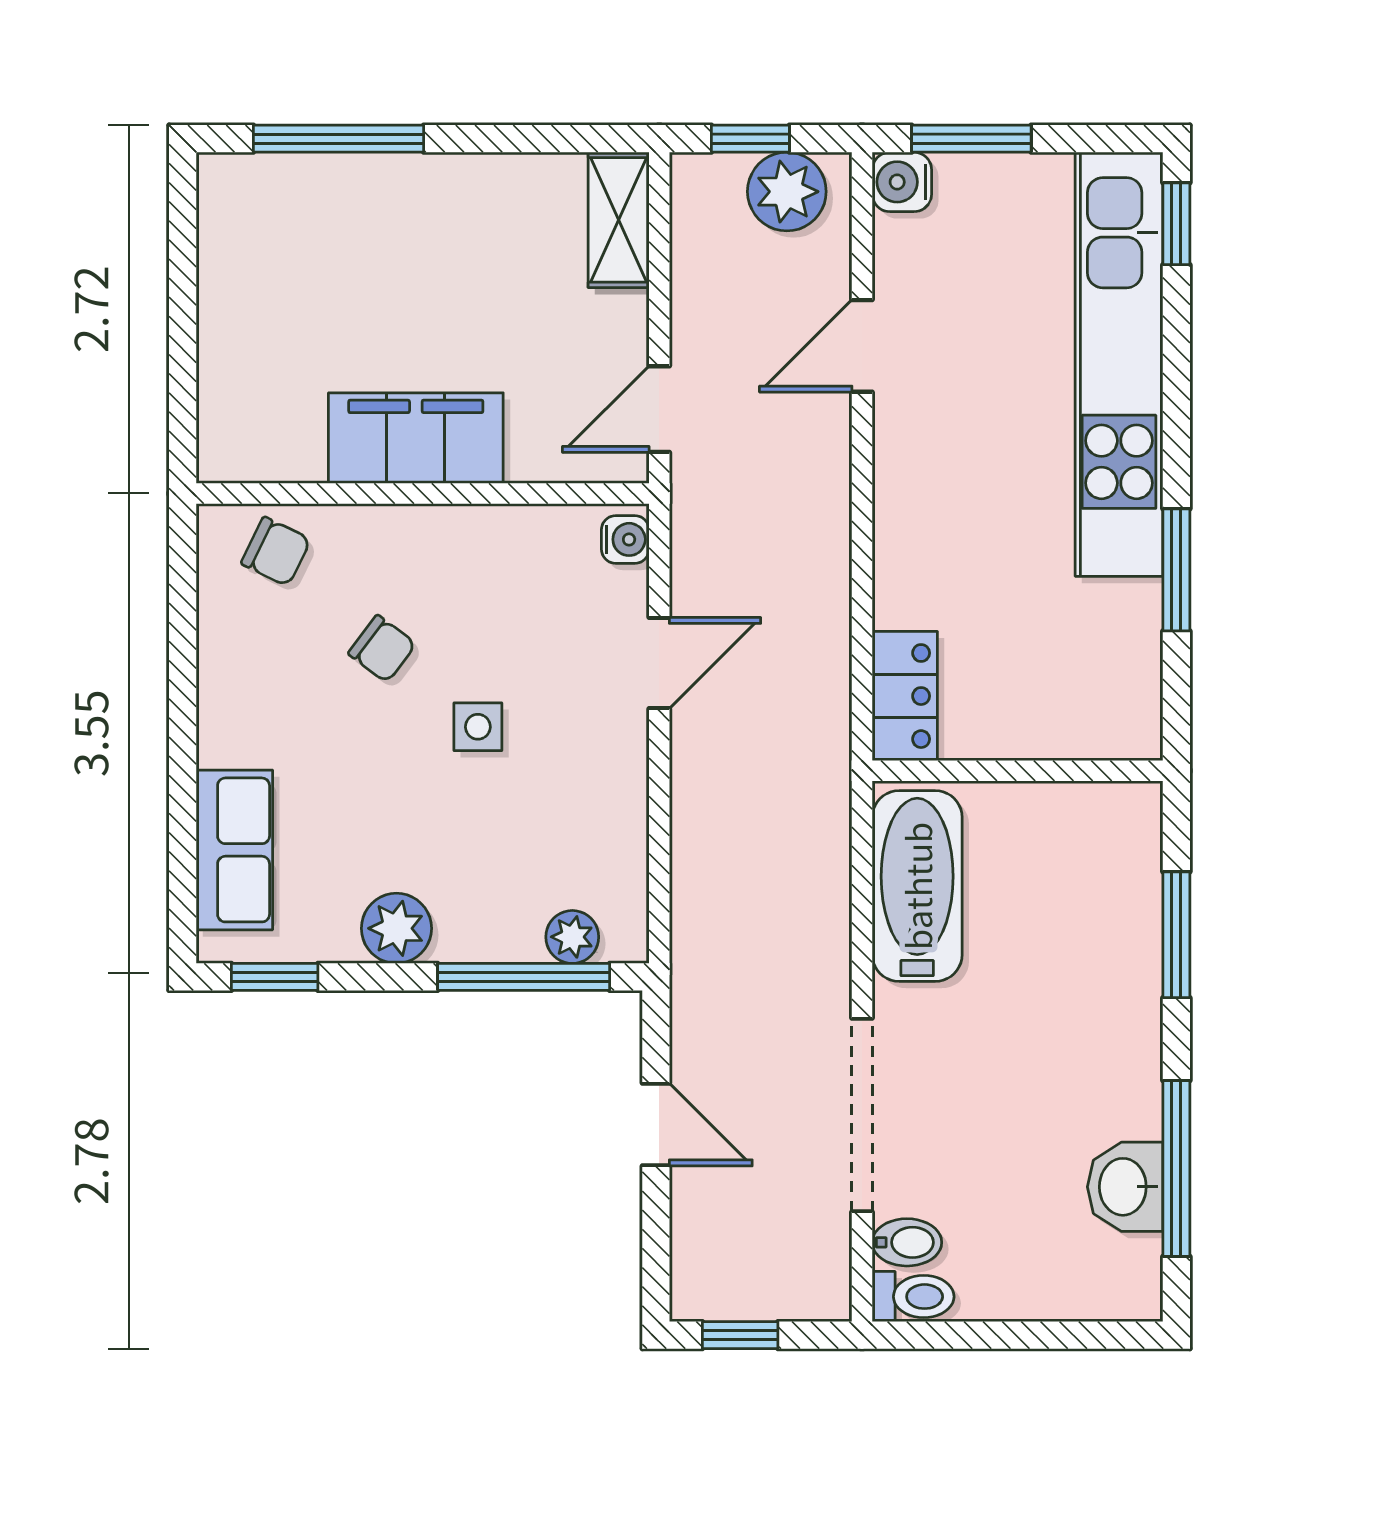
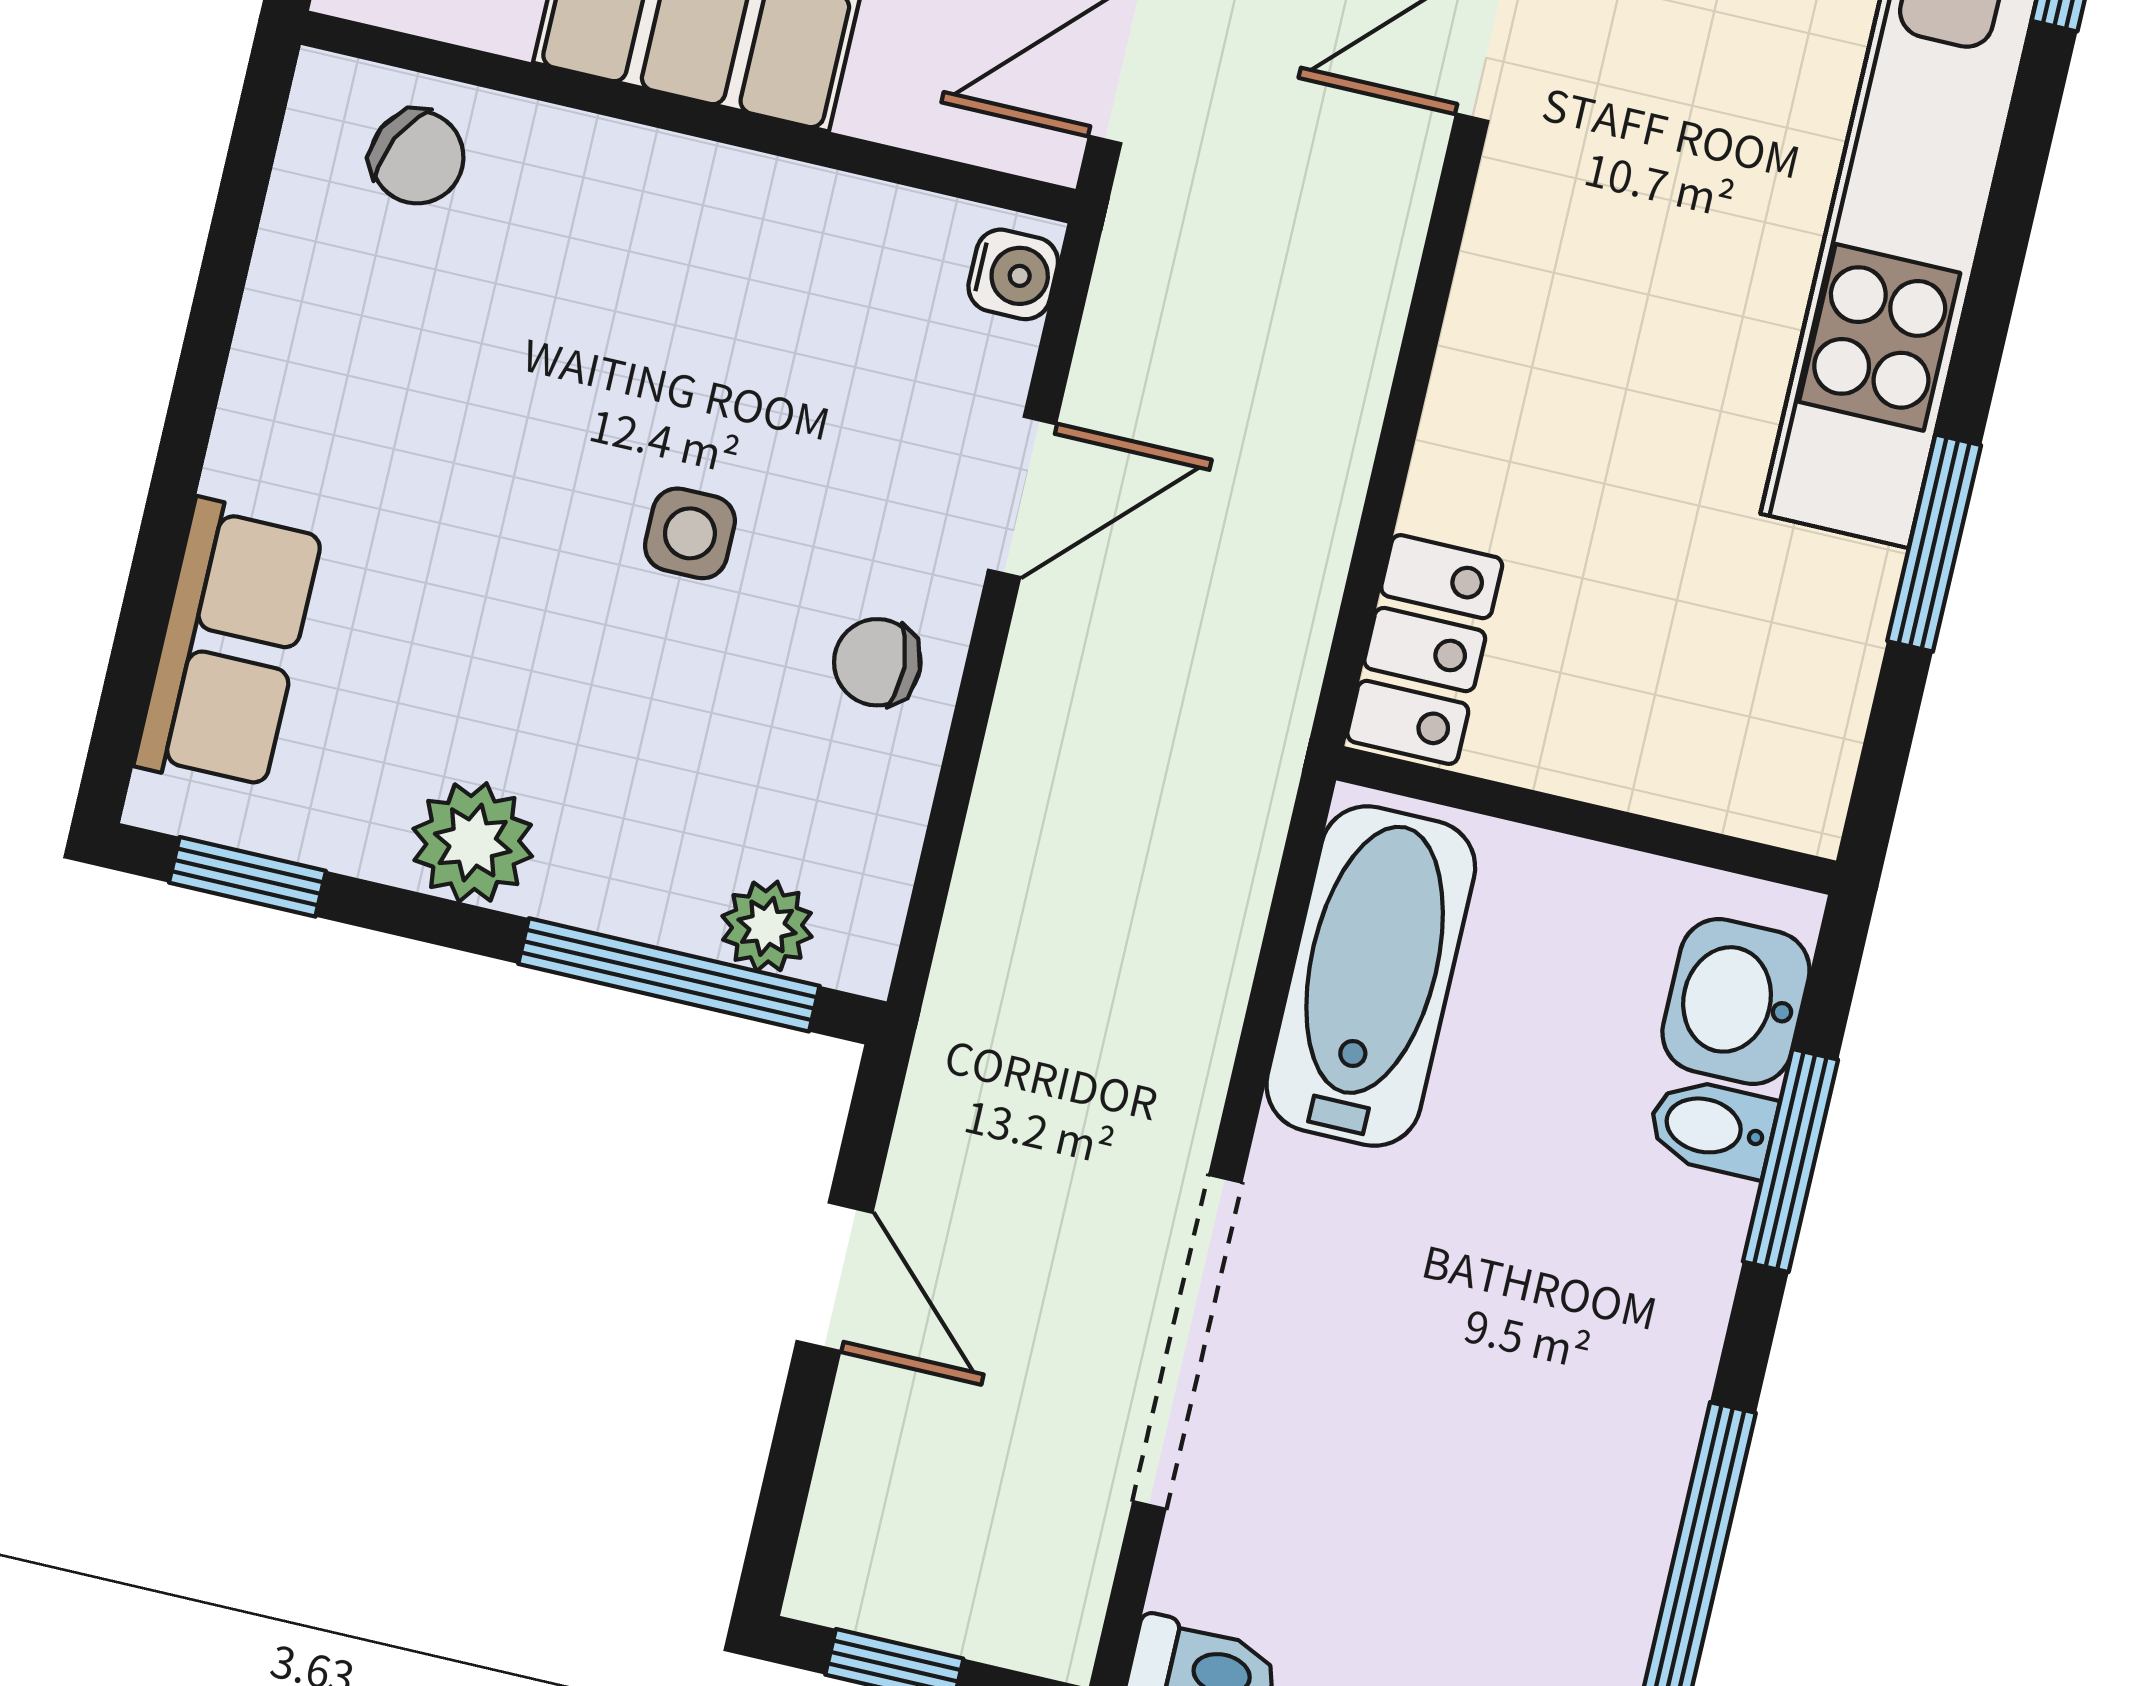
chair: (382, 649) -> (877, 662), moved, turned 140
washbasin: (1125, 1187) -> (1736, 1002), moved
bidet: (907, 1242) -> (1712, 1127), moved, turned 180

